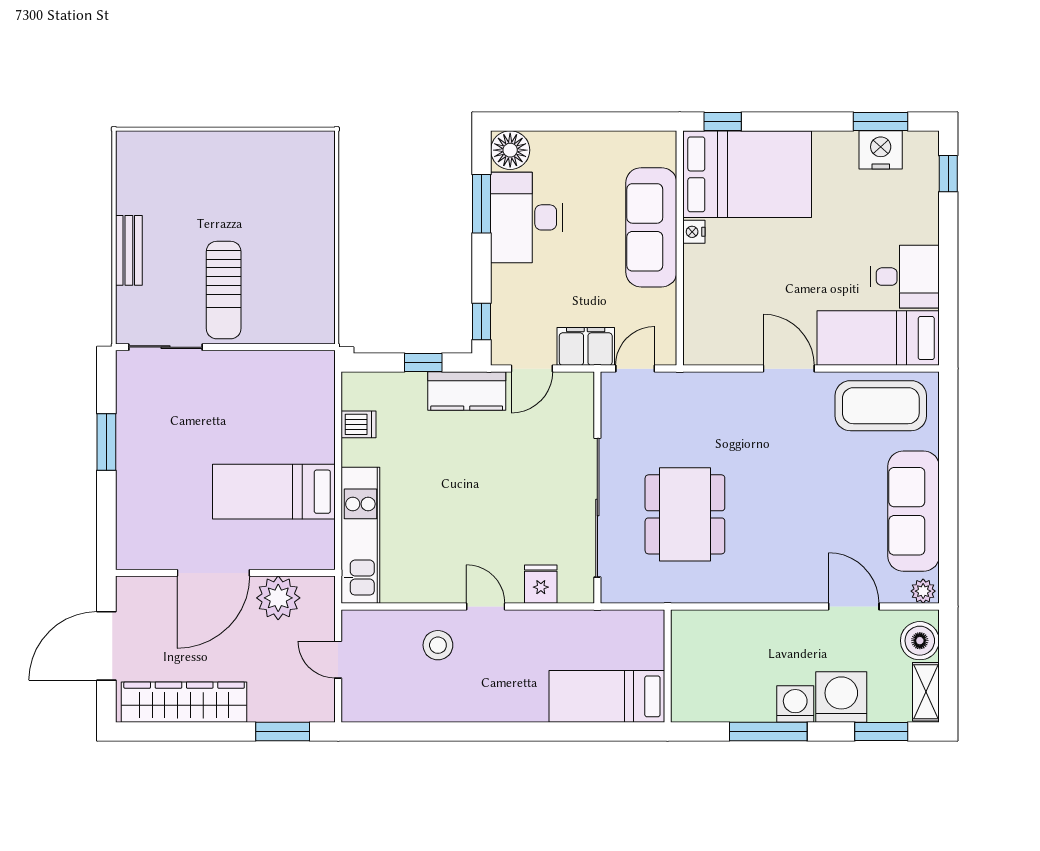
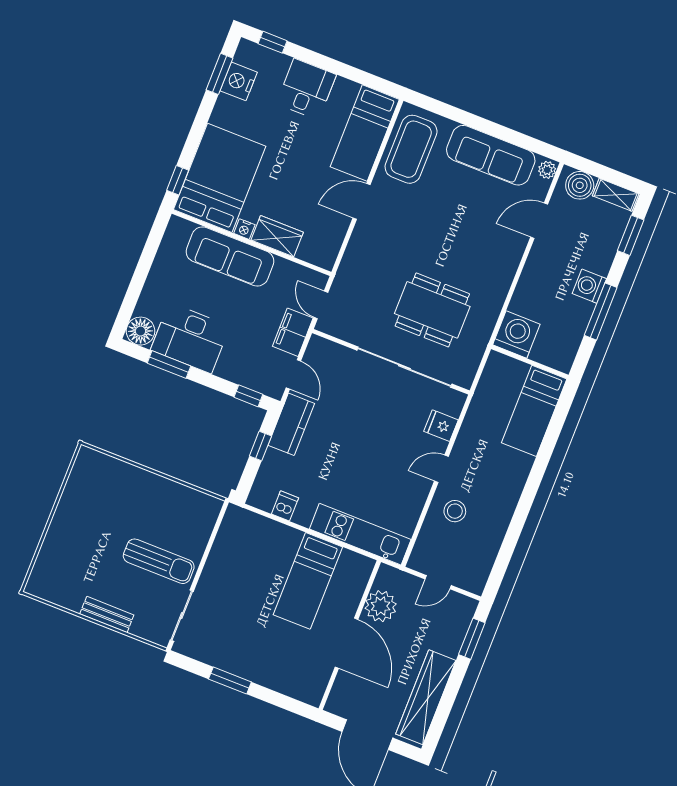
desk: (905, 277) -> (306, 89), moved
wardrobe: (701, 278) -> (277, 236), added
washing machine: (841, 697) -> (516, 335), moved, turned 90

